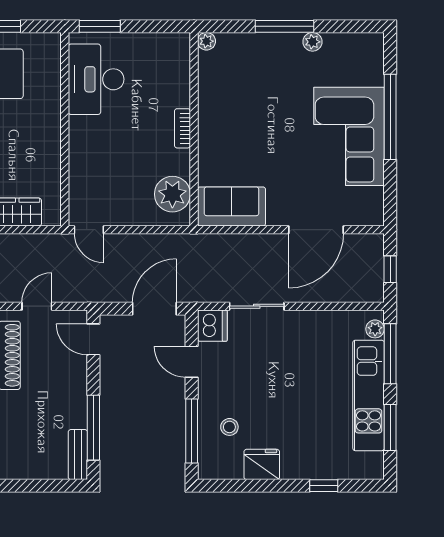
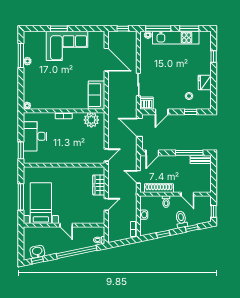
window: (285, 26) -> (21, 55), moved
desk: (96, 79) -> (35, 136), moved, turned 90
window: (390, 117) -> (59, 29), width x0.47
window: (192, 431) -> (191, 112), width x0.46

